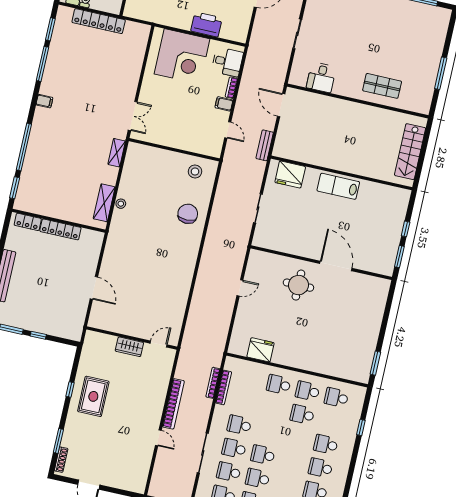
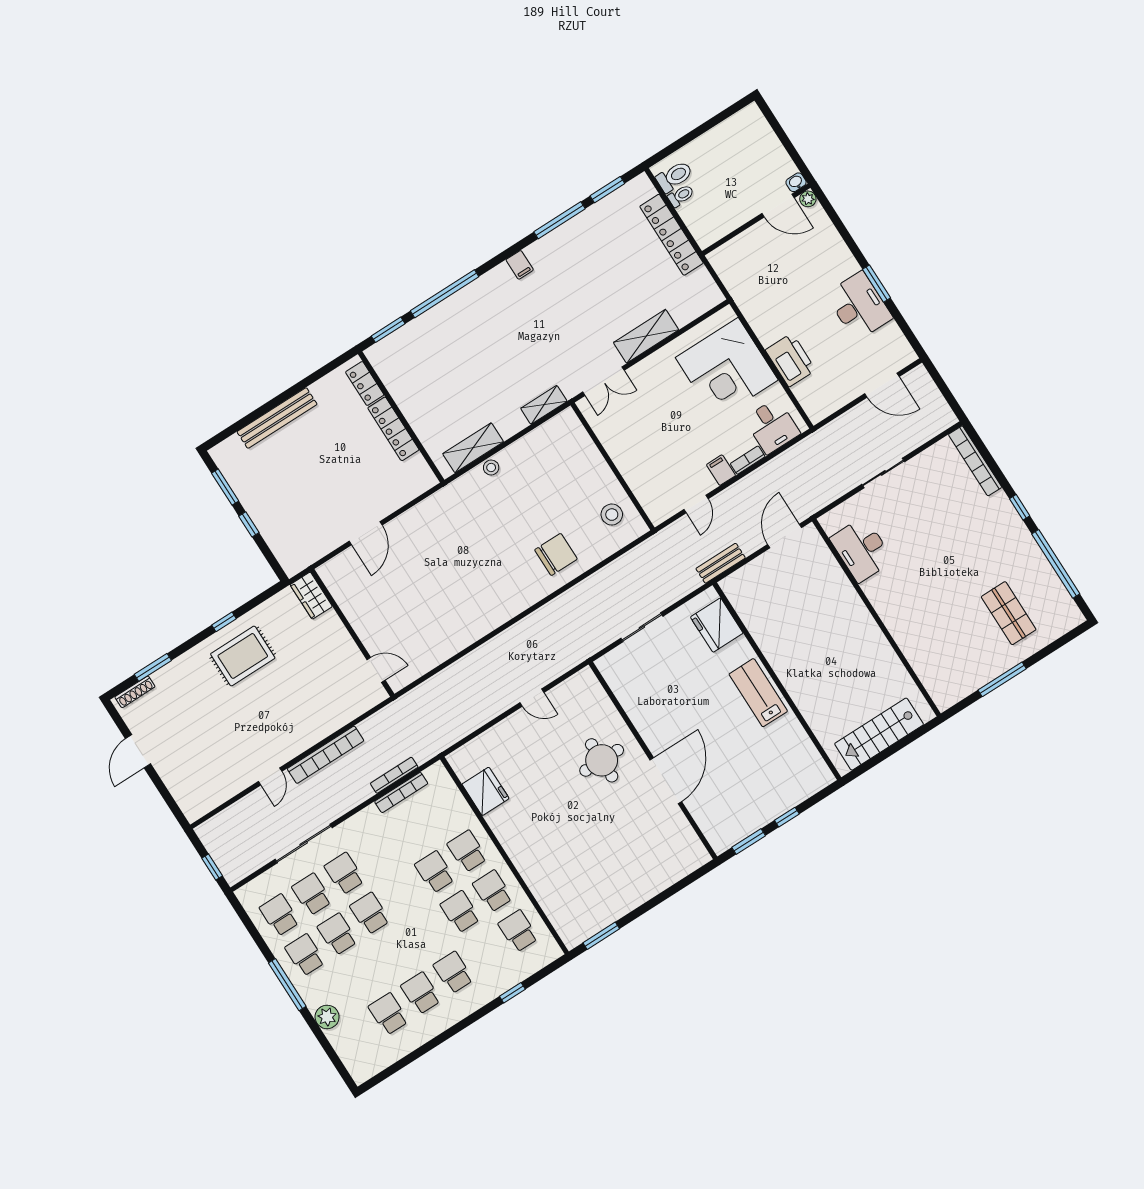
shelving: (132, 77) -> (646, 336), added
desk: (321, 77) -> (862, 549), width x1.37
shop shelf: (382, 86) -> (1009, 613), moved
wardrobe: (129, 347) -> (311, 596), moved
school desk: (239, 425) -> (435, 872), moved

